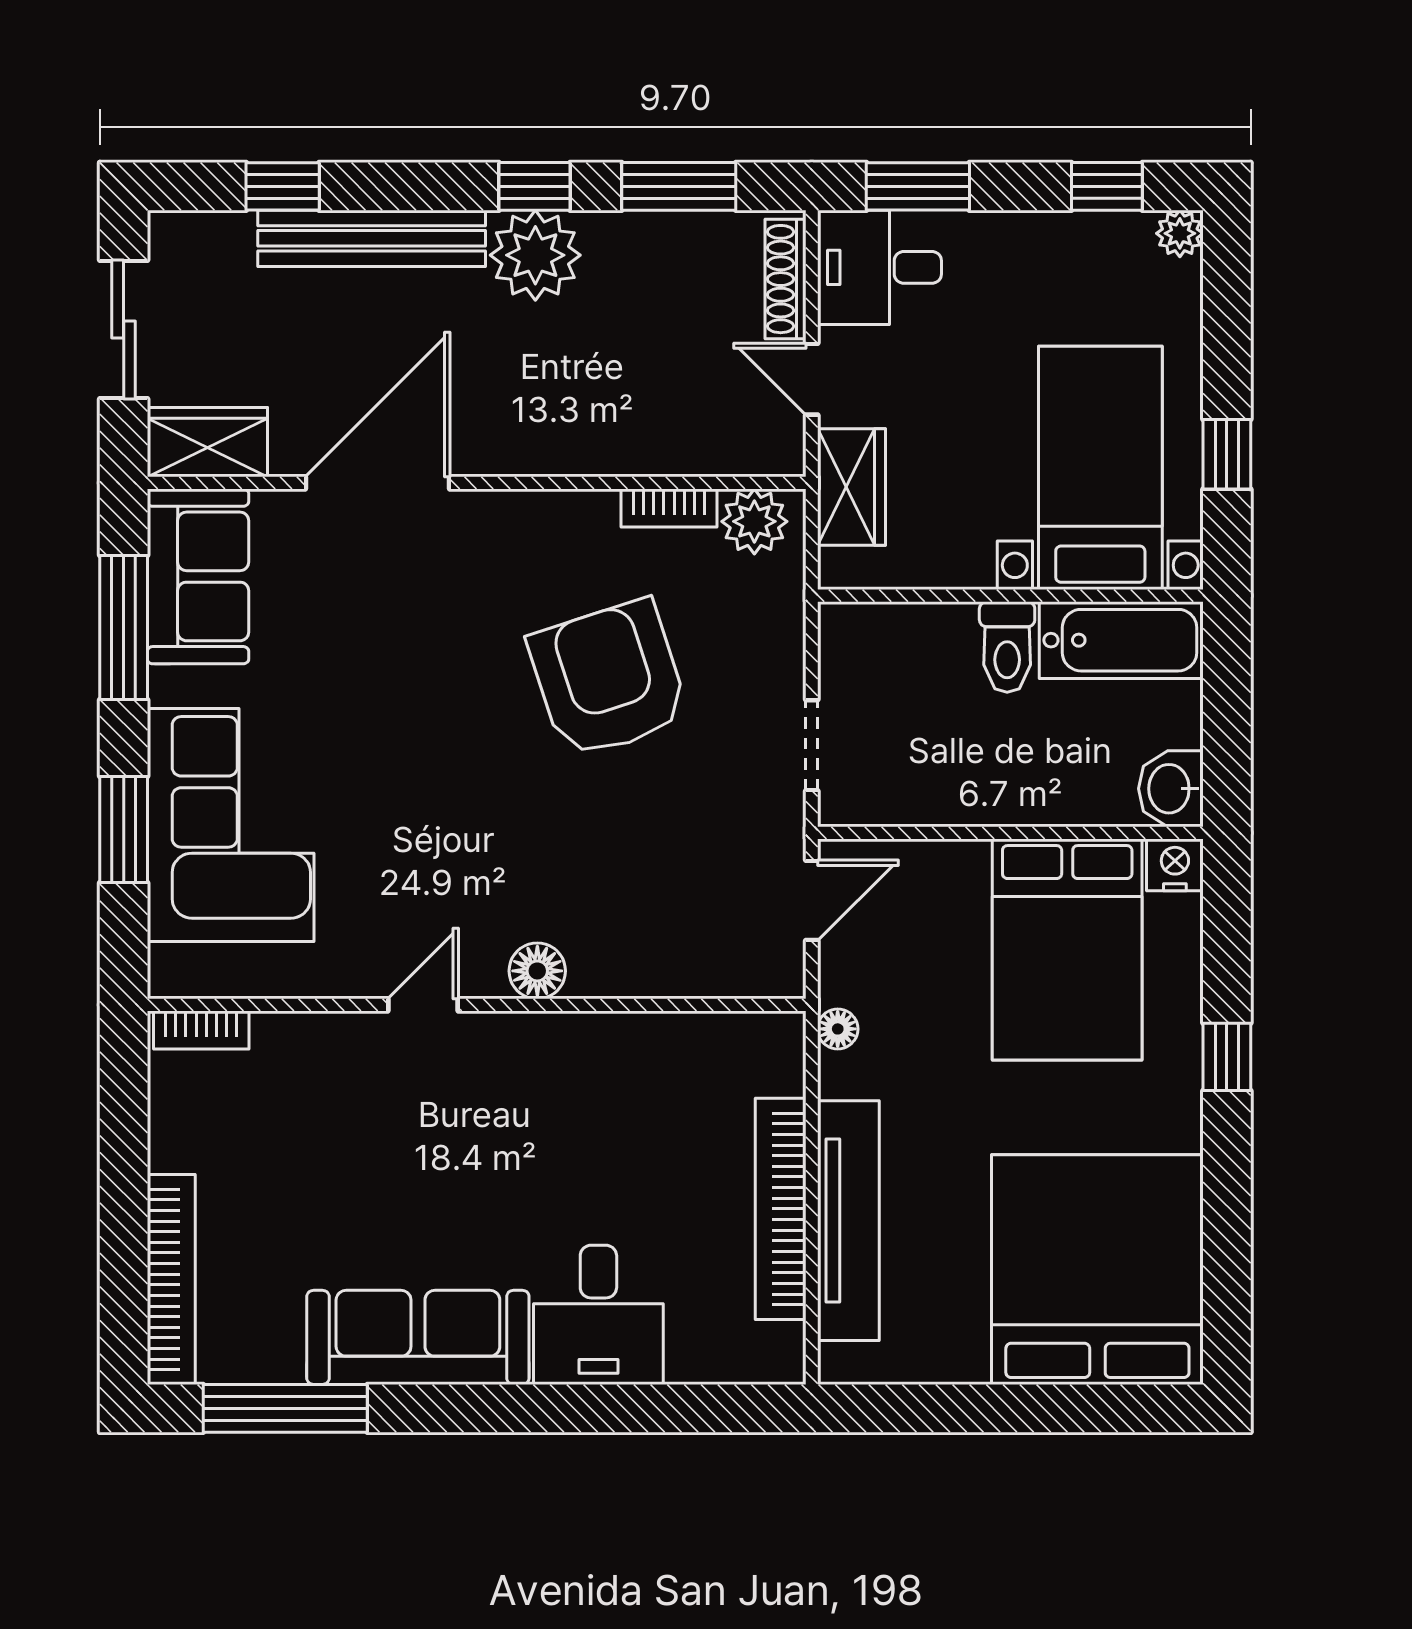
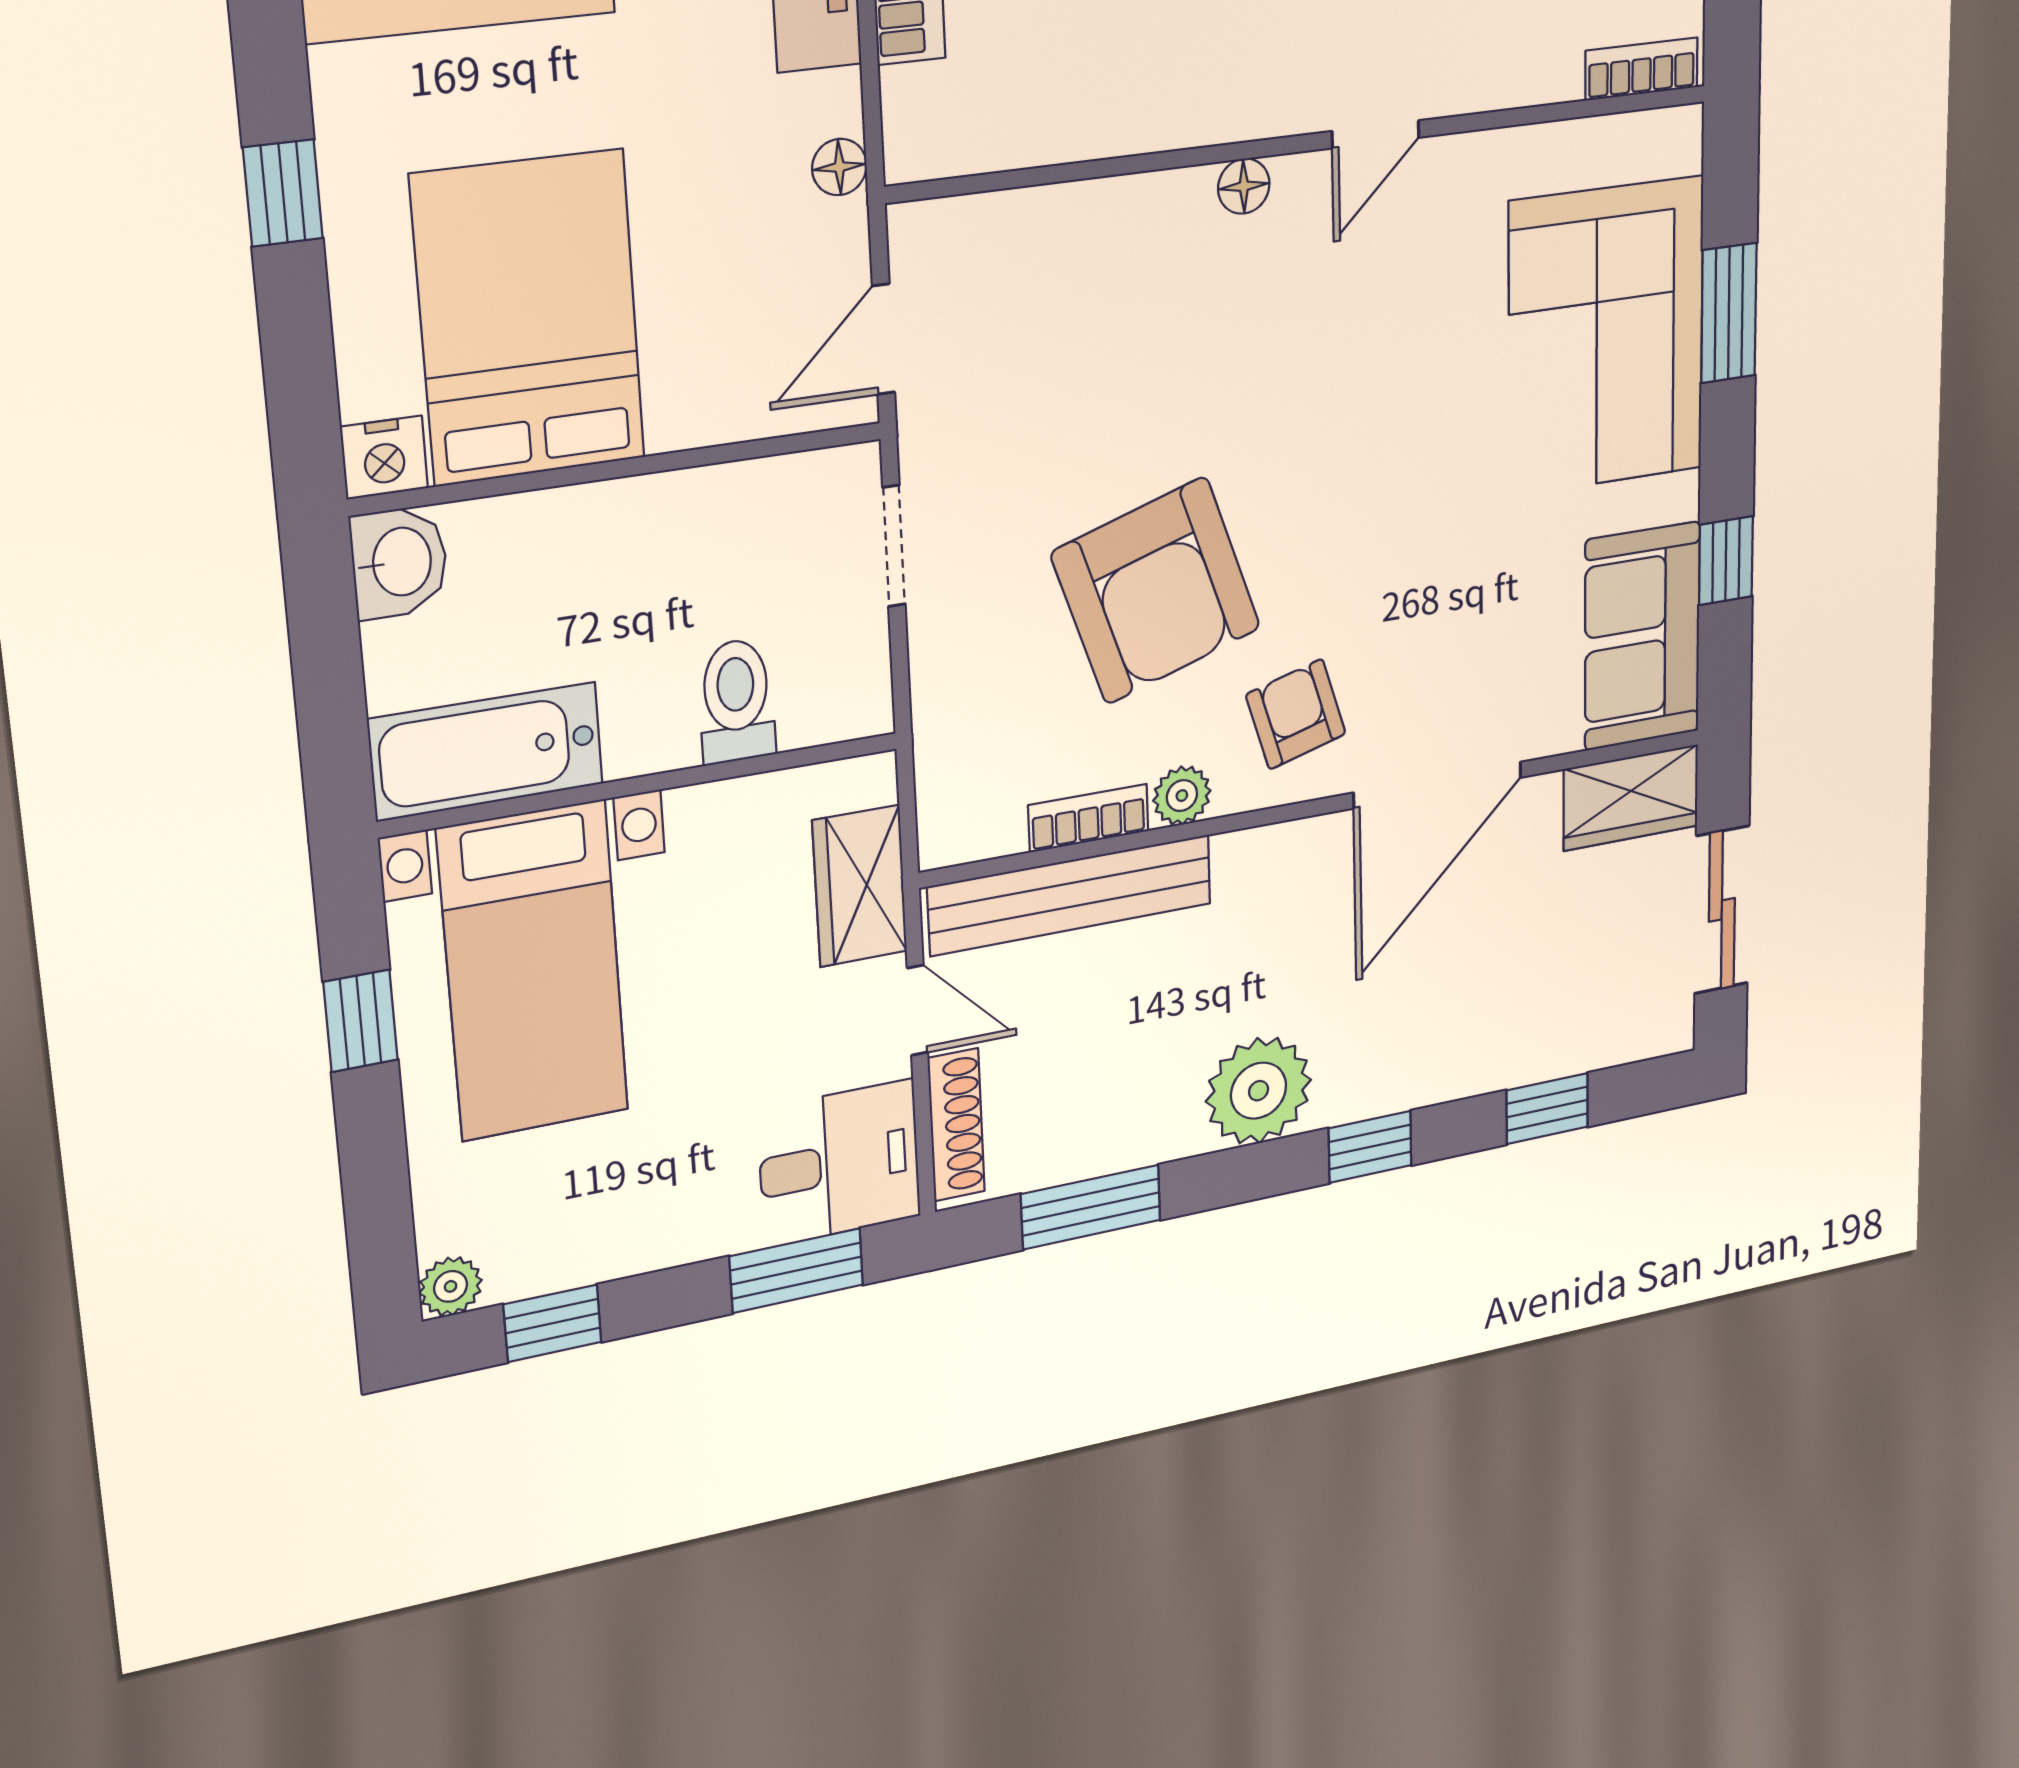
window: (535, 186) -> (1370, 1147), moved
bench: (372, 238) -> (1070, 895), moved
plant: (754, 521) -> (1182, 796), moved, width x0.73, depth x0.73
armchair: (497, 562) -> (1296, 714), added
window: (124, 628) -> (1726, 561), width x0.46
toilet: (1007, 647) -> (736, 701), moved
floor lamp: (537, 971) -> (1244, 186), width x0.73, depth x0.73

